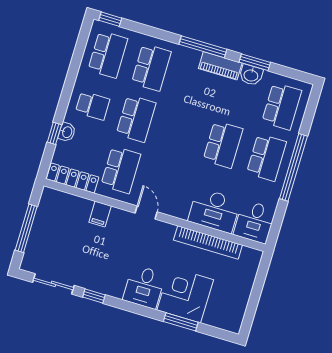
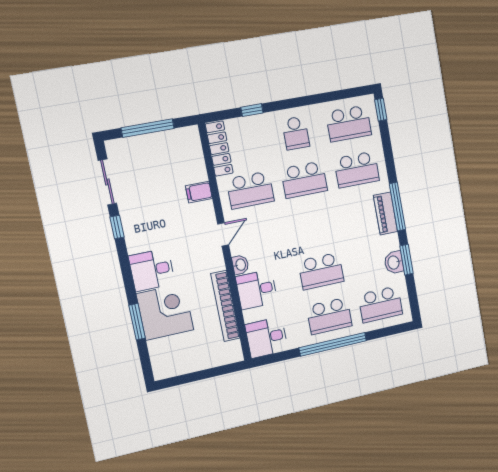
piano: (220, 66) -> (385, 214), moved
washbasin: (67, 132) -> (240, 265), moved, turned -90
desk: (214, 210) -> (257, 290), width x0.73

